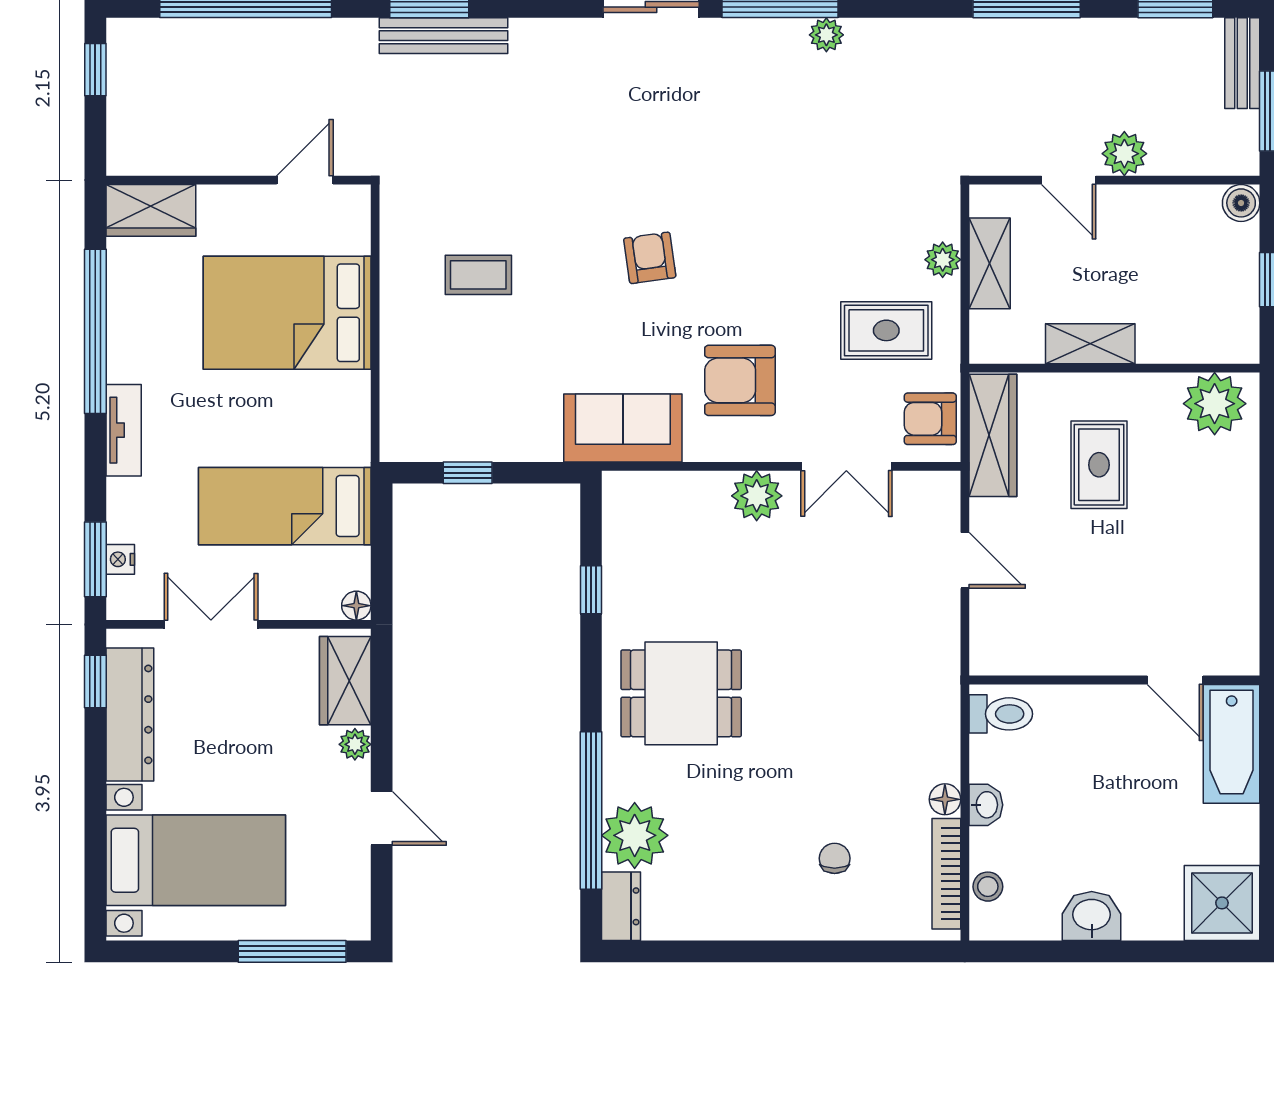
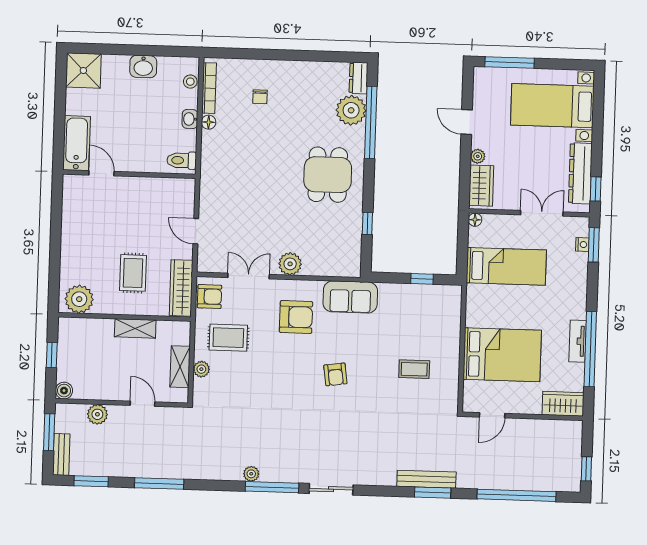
plant: (1124, 154) -> (97, 414), moved
tv unit: (124, 430) -> (578, 341), moved
double door: (211, 624) -> (542, 213), swing flipped
dining table: (681, 693) -> (328, 175), turned 90

